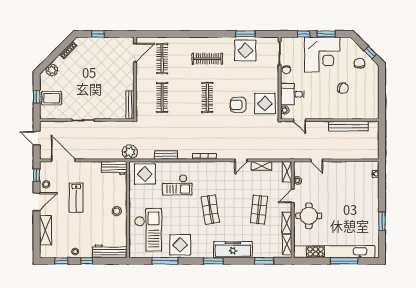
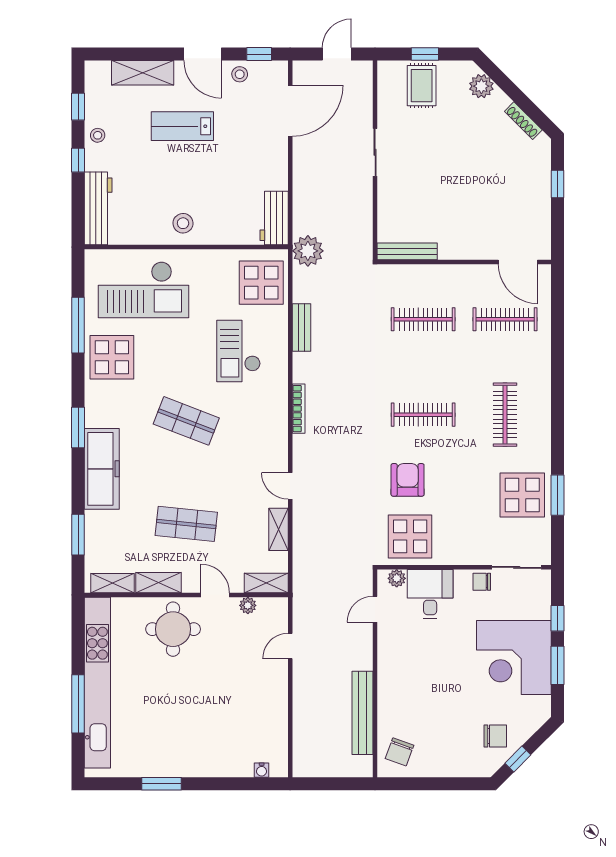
chair: (343, 88) -> (399, 752), moved
lab bench: (76, 198) -> (182, 126), moved
shop shelf: (210, 210) -> (186, 421), turned 30

